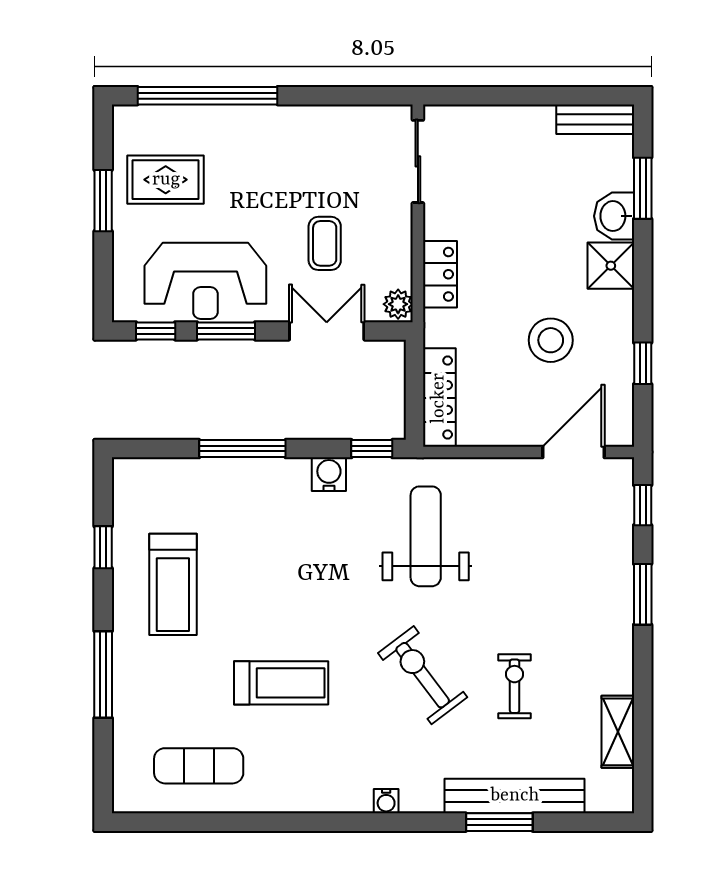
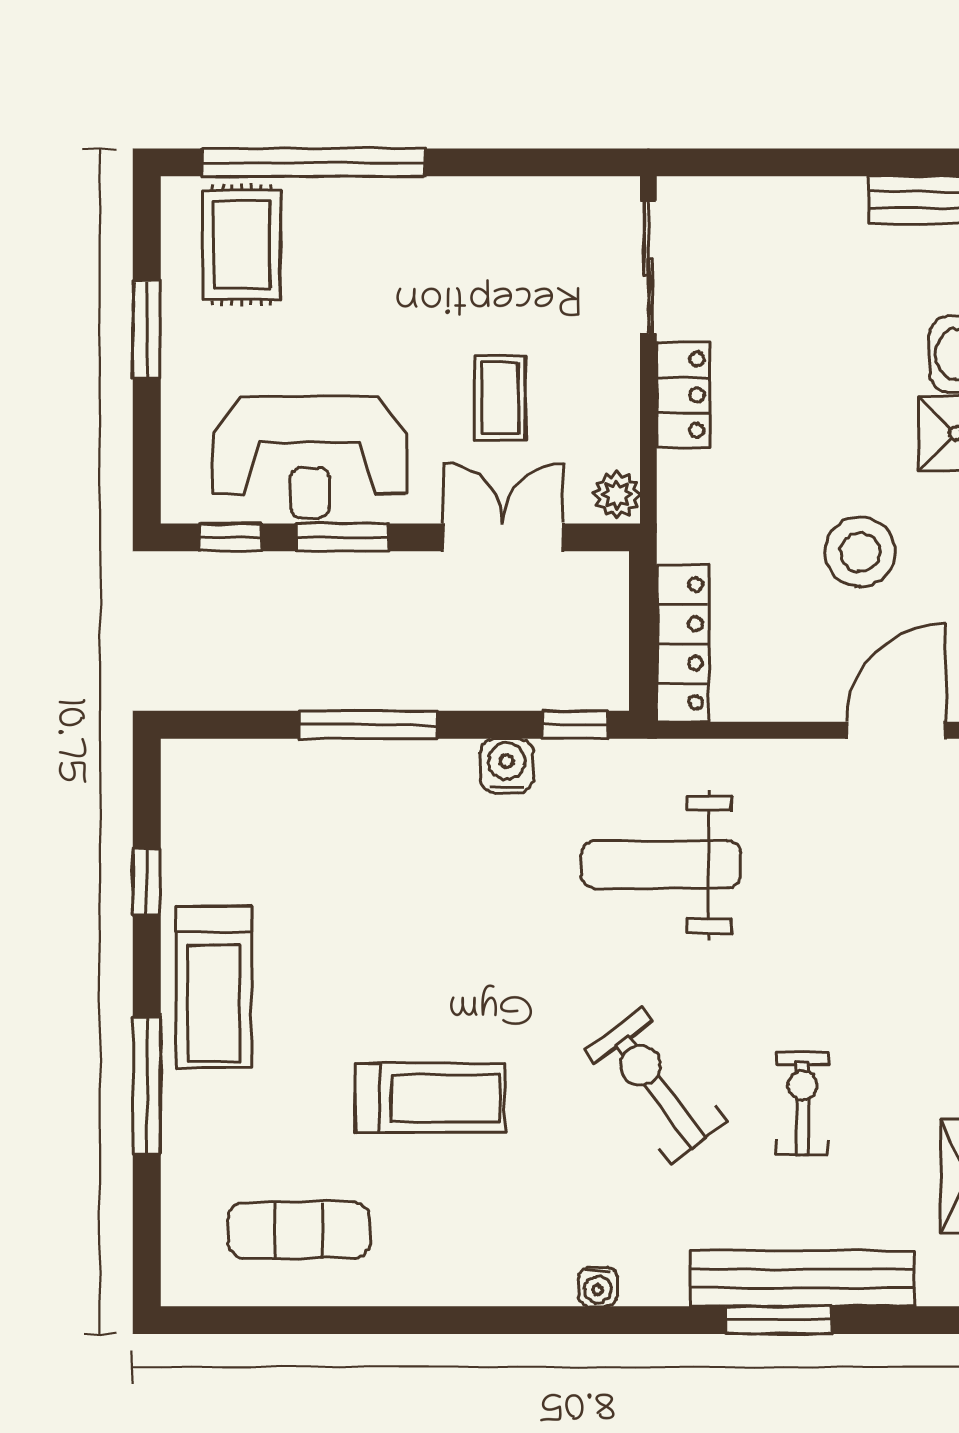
rug: (166, 180) -> (242, 245), moved, turned 90
locker: (440, 274) -> (684, 395), moved
weight bench: (426, 536) -> (661, 865), turned -90
treadmill: (173, 584) -> (214, 987), moved

